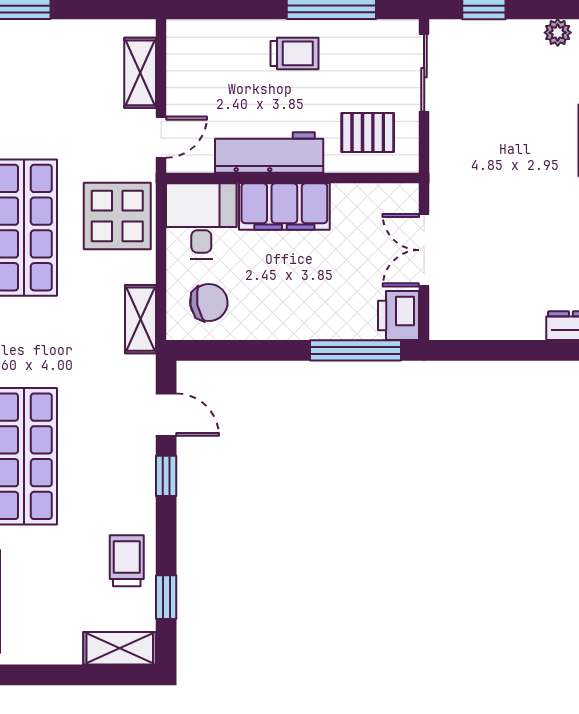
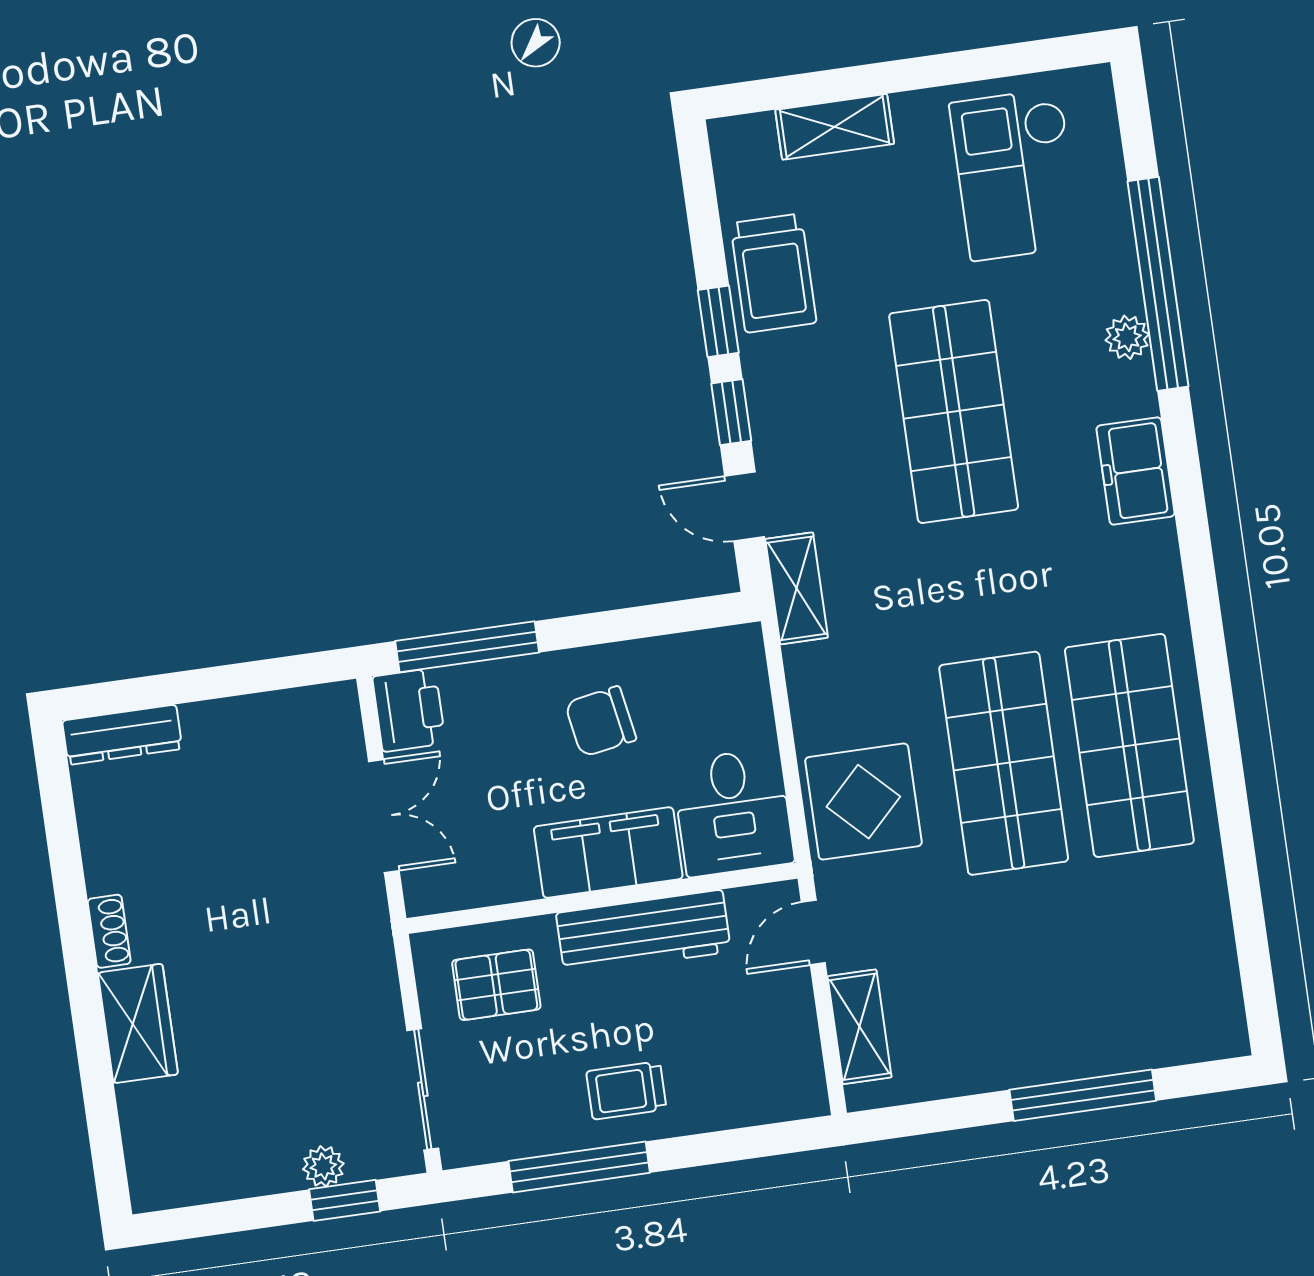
plant: (558, 33) -> (323, 1166), moved
chair: (209, 302) -> (601, 721), moved
shelving: (140, 319) -> (797, 588), moved
trolley: (127, 561) -> (773, 273), width x1.36, depth x1.39
window: (166, 597) -> (718, 321), moved
shelving: (120, 648) -> (835, 127), moved

